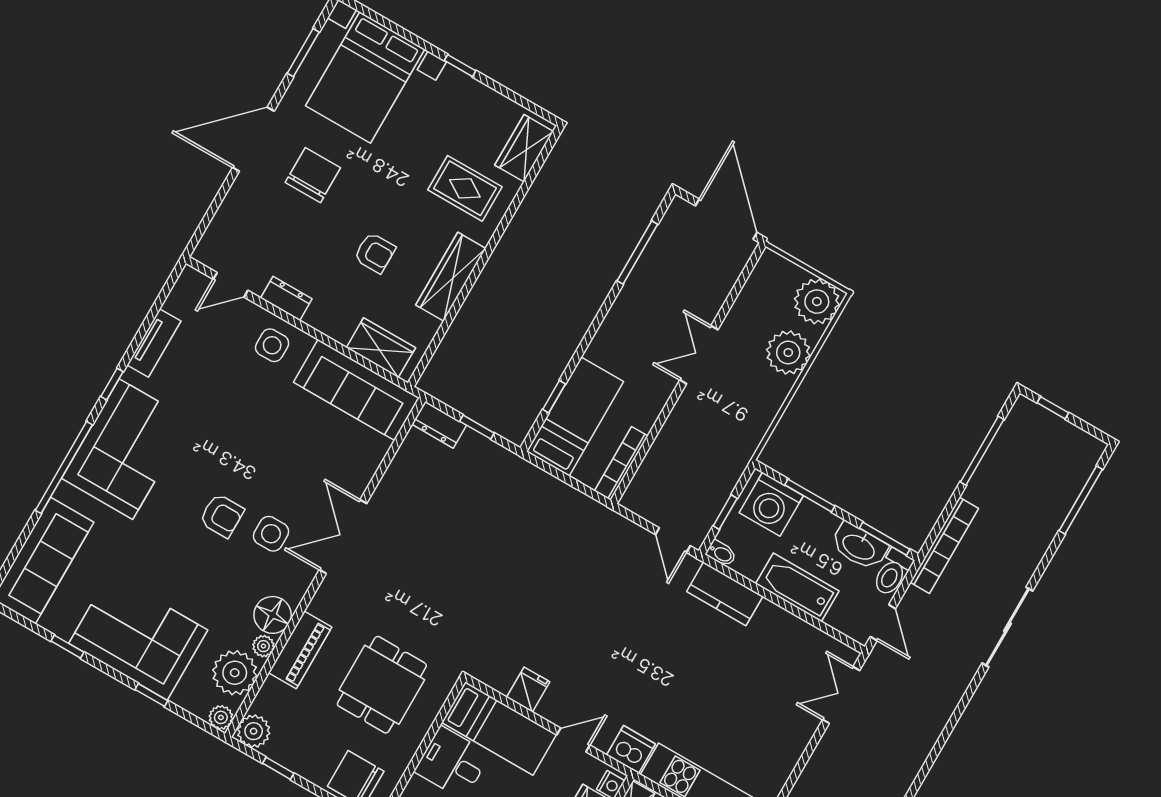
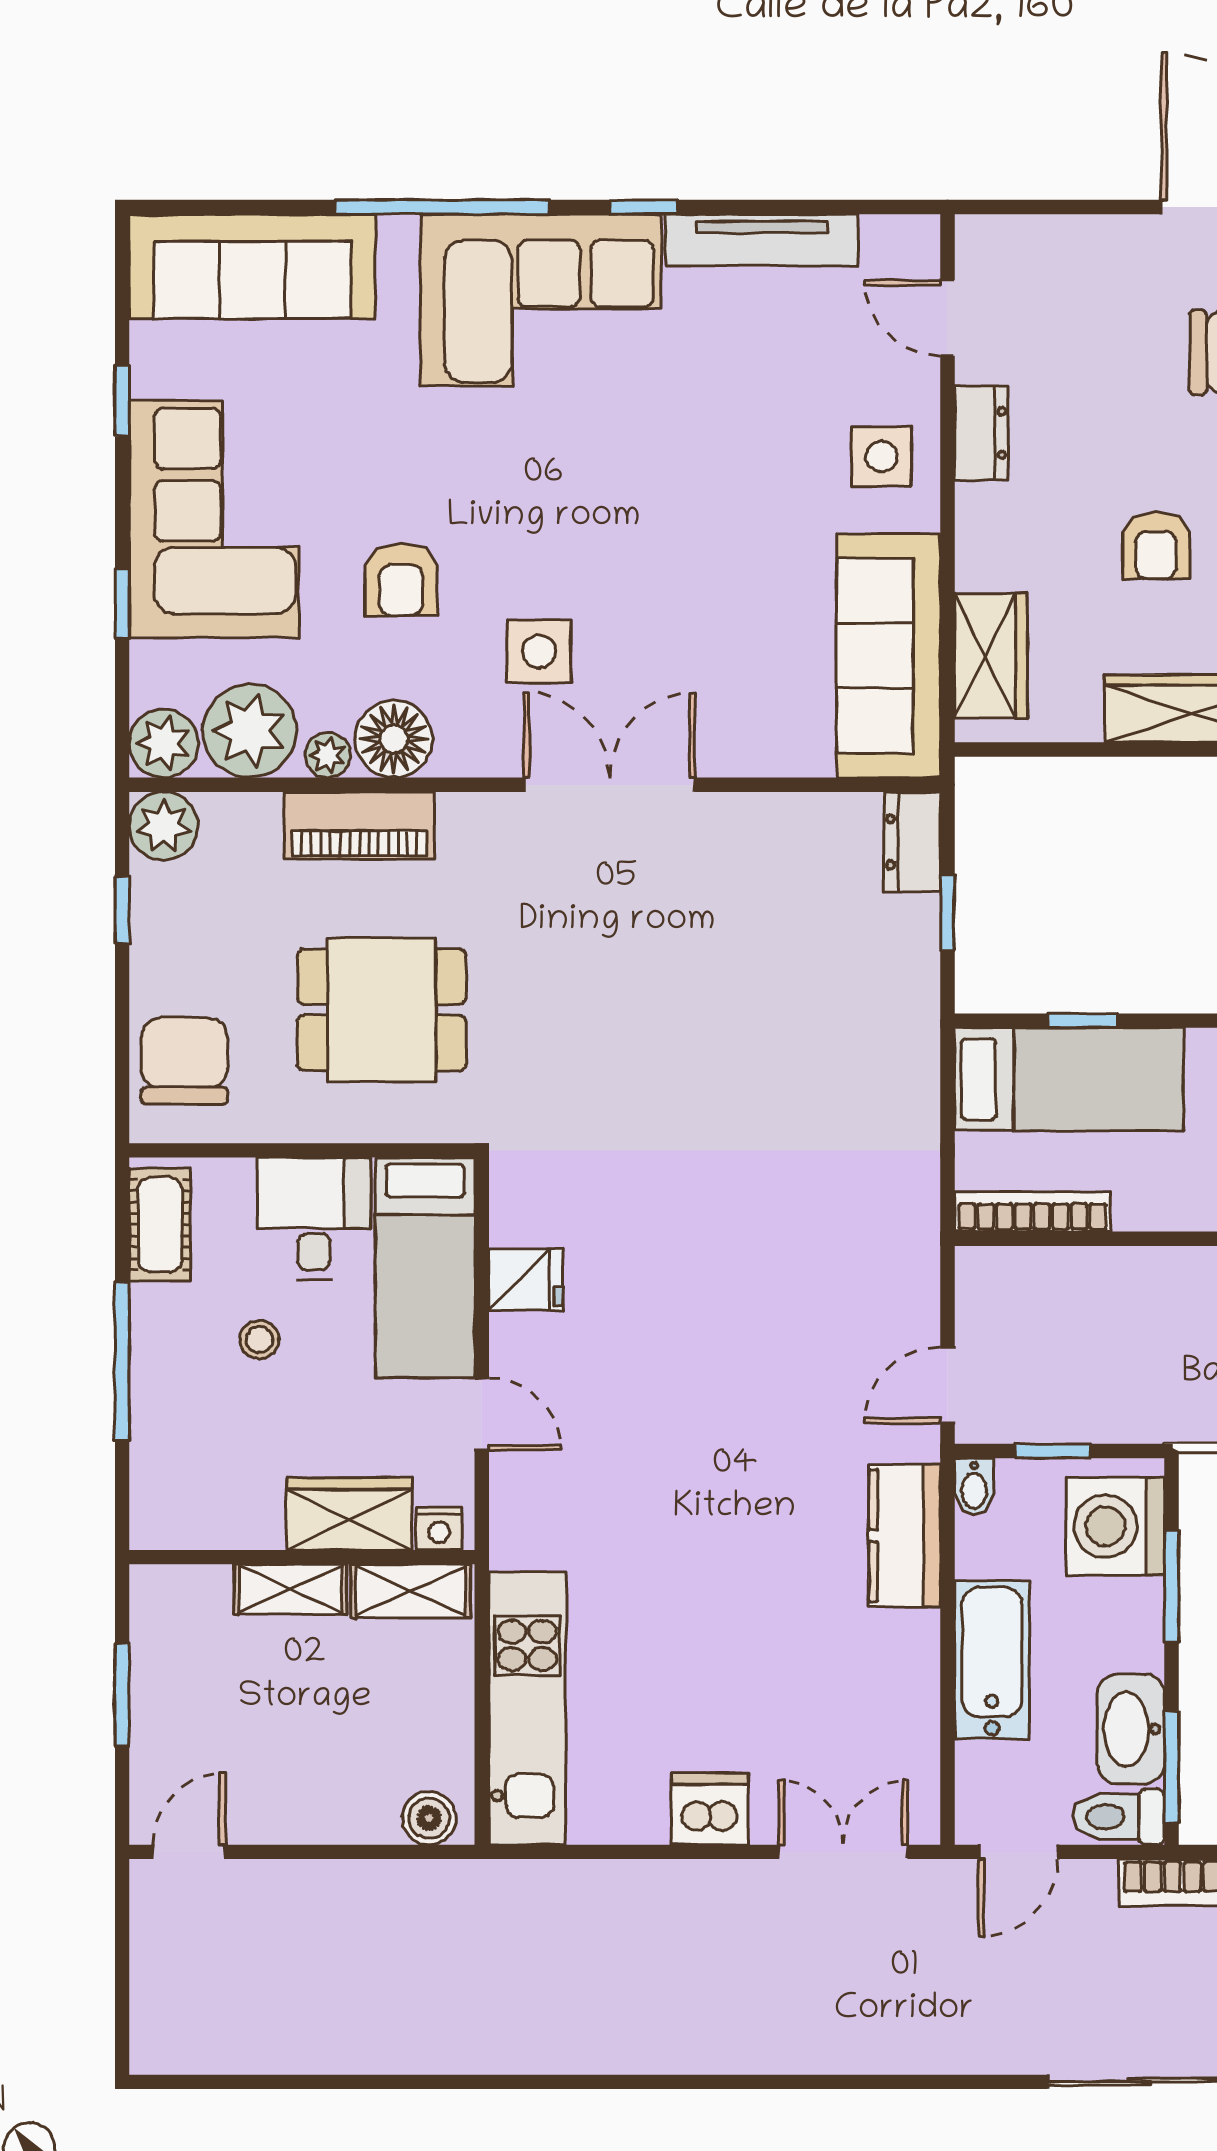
tv unit: (154, 343) -> (762, 240), width x1.41
armchair: (222, 516) -> (401, 580), moved
plant: (221, 717) -> (164, 743), width x1.38, depth x1.38
dishwasher: (631, 750) -> (710, 1809), moved, turned -90

